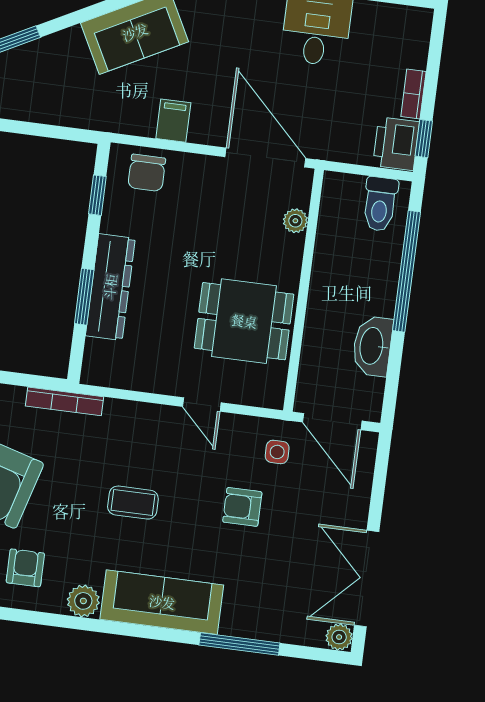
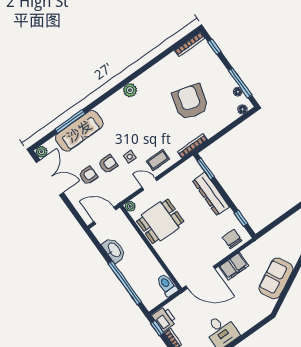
filing cabinet: (173, 121) -> (234, 266), width x2.00
toilet: (380, 204) -> (167, 285), moved
plant: (295, 221) -> (130, 206), moved
window: (84, 297) -> (206, 169), moved
side table: (277, 452) -> (130, 157), moved
coffee table: (133, 503) -> (158, 160), moved
armchair: (25, 568) -> (88, 175), moved, turned -89
sofa: (162, 602) -> (79, 131), moved

